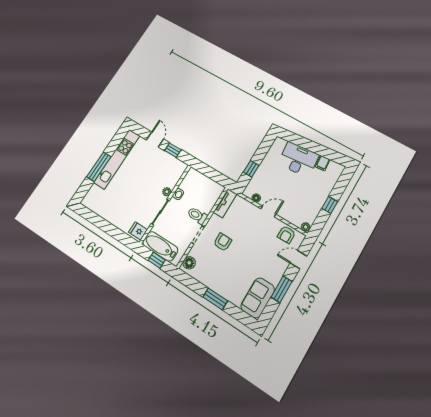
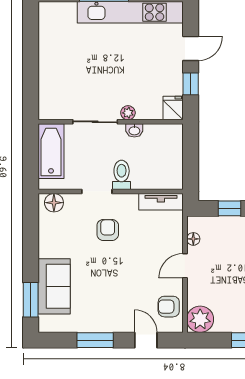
door: (268, 211) -> (185, 266), swing flipped
plant: (306, 227) -> (200, 319), width x1.88, depth x1.88
fridge: (138, 231) -> (173, 108), moved
armchair: (223, 242) -> (108, 230), turned -90
window: (157, 260) -> (31, 158), removed
sofa: (258, 298) -> (54, 286), moved, turned 90
window: (215, 299) -> (31, 300), moved

